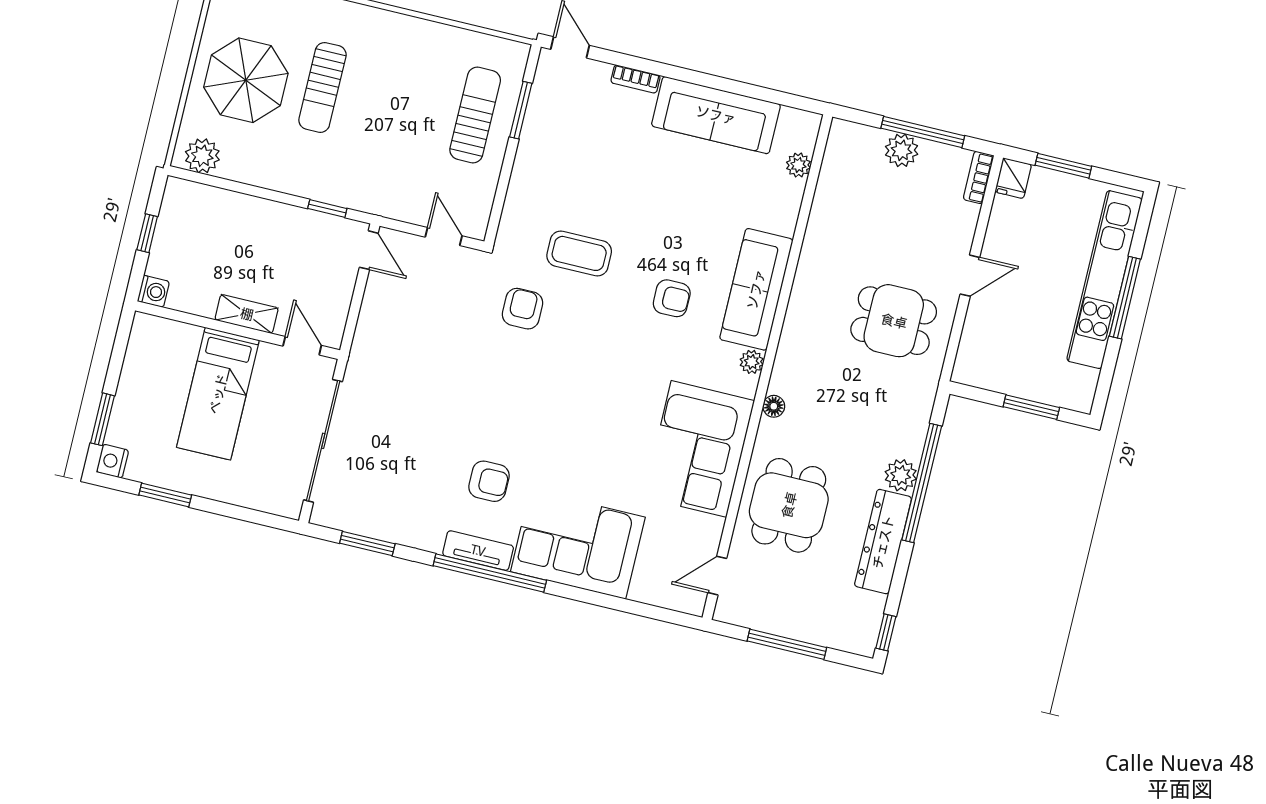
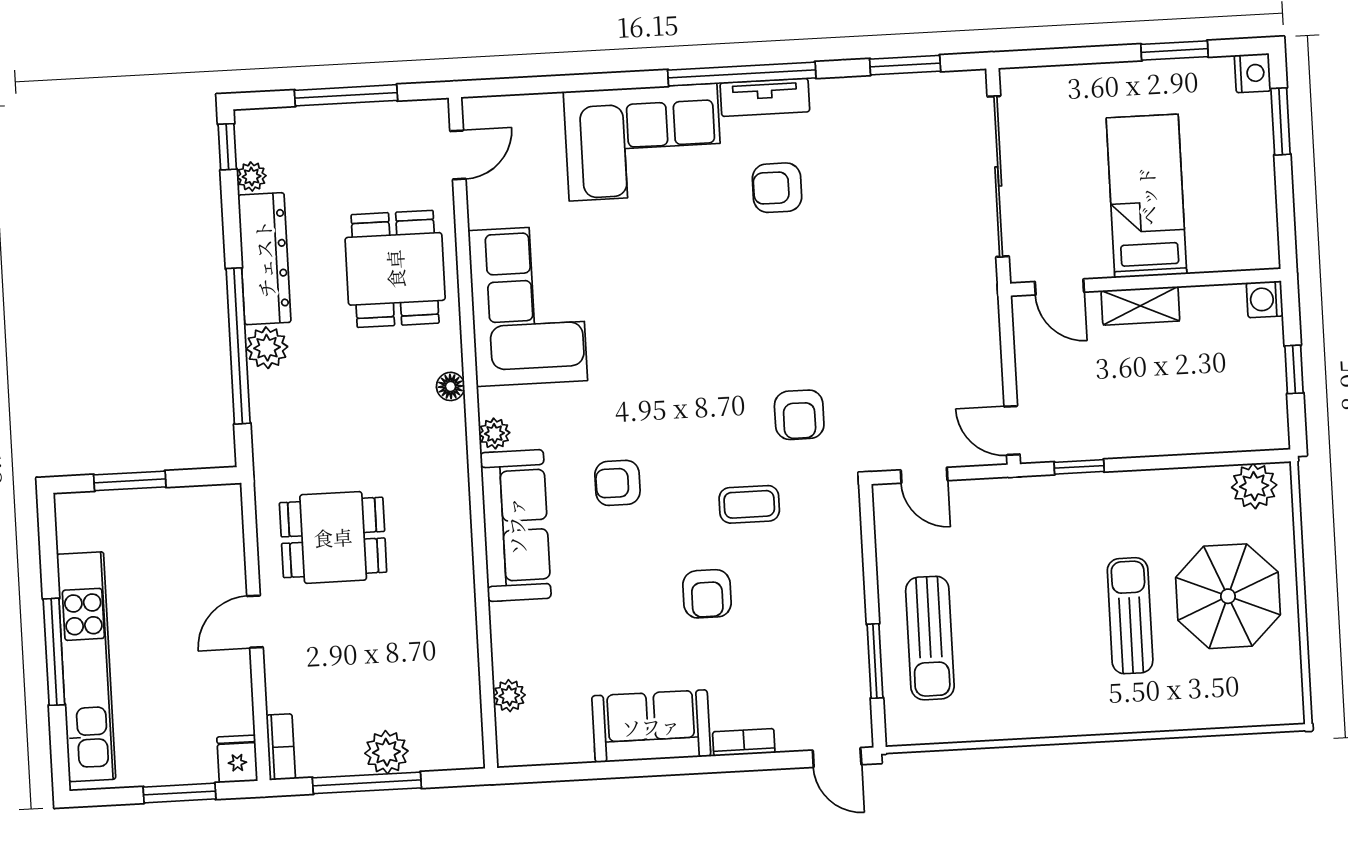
sofa: (716, 115) -> (651, 726), width x0.73
armchair: (630, 197) -> (707, 594), added
coffee table: (579, 253) -> (749, 504), width x0.73, depth x0.77
plant: (874, 605) -> (252, 176), added

